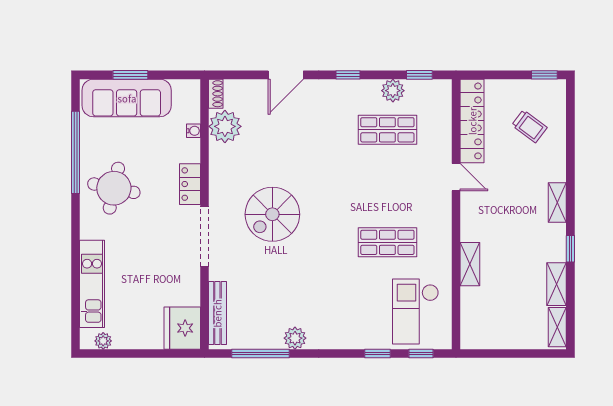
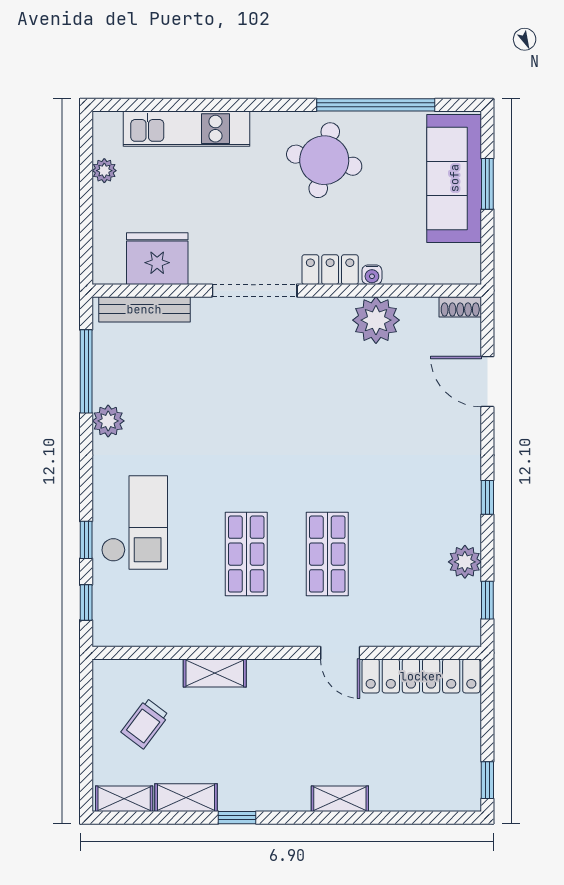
door: (286, 75) -> (487, 382), moved
plant: (225, 126) -> (376, 320), moved
trolley: (529, 126) -> (145, 724), moved
shop shelf: (387, 130) -> (327, 554), moved
water cooler: (193, 131) -> (372, 275), moved
door: (456, 177) -> (340, 653), hinge flipped
shelving: (557, 203) -> (340, 799), moved
spiral stairs: (272, 214) -> (287, 388), removed
checkout: (416, 311) -> (134, 523), moved, turned 90
fridge: (182, 328) -> (157, 259), moved
plant: (103, 341) -> (104, 171), moved

